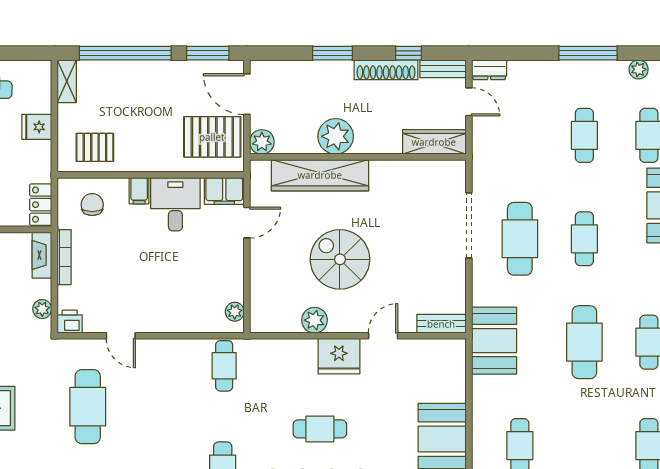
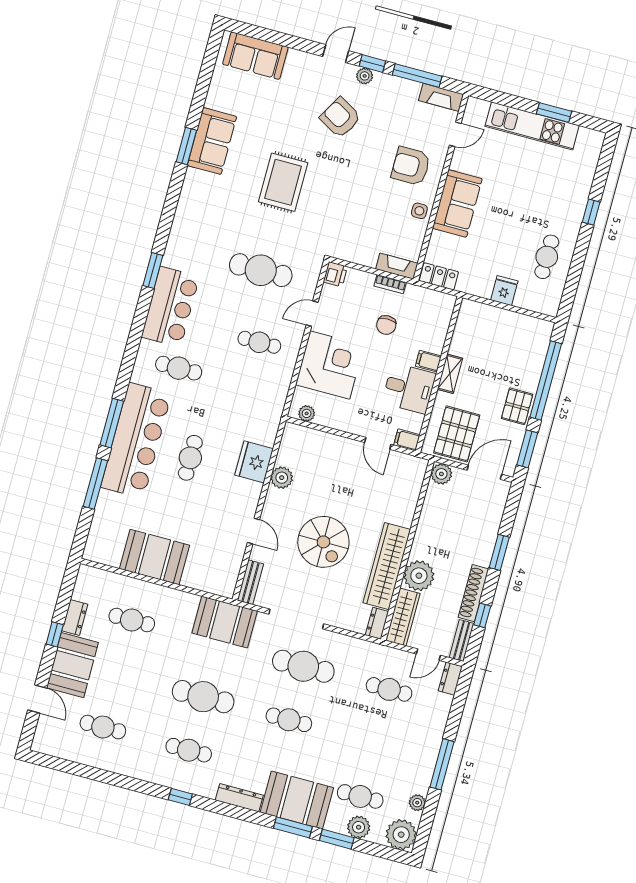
shelving: (67, 81) -> (450, 374), moved, turned 90
cafe table: (584, 135) -> (389, 689), moved
plant: (336, 136) -> (419, 576), moved
pallet: (95, 147) -> (517, 406), moved
dresser: (449, 169) -> (377, 623), added
wardrobe: (320, 175) -> (387, 566), moved
filing cabinet: (224, 191) -> (407, 440), width x0.50
chair: (92, 205) -> (386, 325), moved, turned 90
doorway: (469, 225) -> (296, 619), moved
bookcase: (64, 257) -> (390, 284), width x0.64
spiral stairs: (340, 259) -> (323, 542), moved, turned 90
corner desk: (173, 300) -> (330, 365), added
plant: (42, 309) -> (352, 254), removed
fridge: (339, 356) -> (254, 462), moved
cafe table: (224, 366) -> (259, 342), moved

